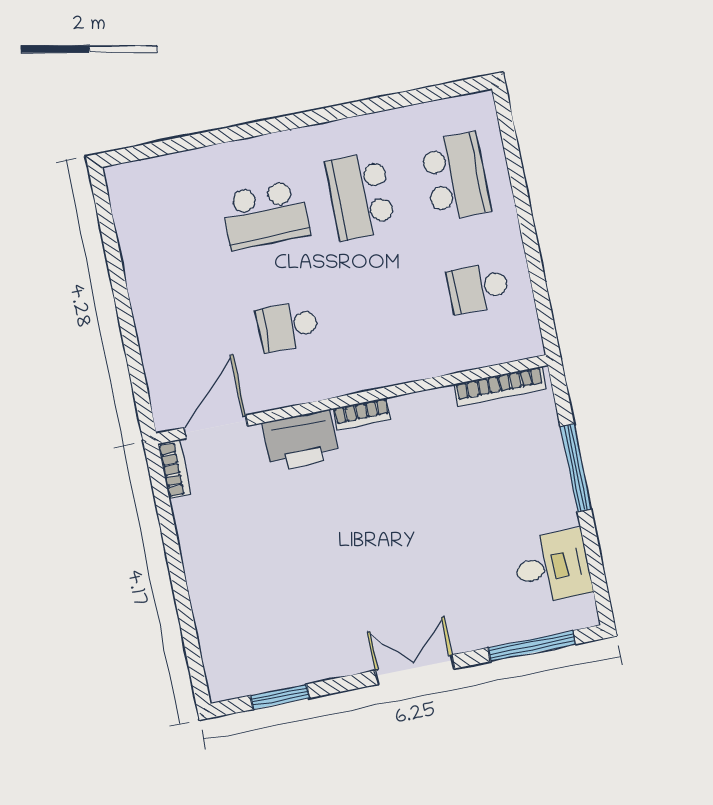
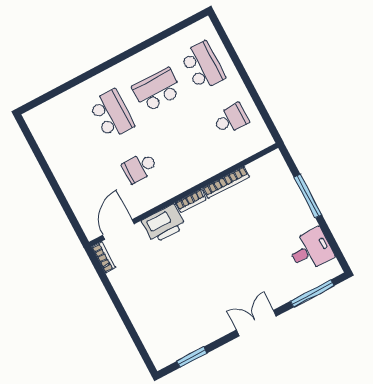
school desk: (360, 196) -> (157, 90), turned 90
school desk: (265, 215) -> (112, 114), turned -90
school desk: (478, 288) -> (231, 119), turned 180
bookcase: (500, 386) -> (226, 182), moved

